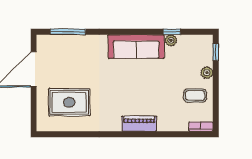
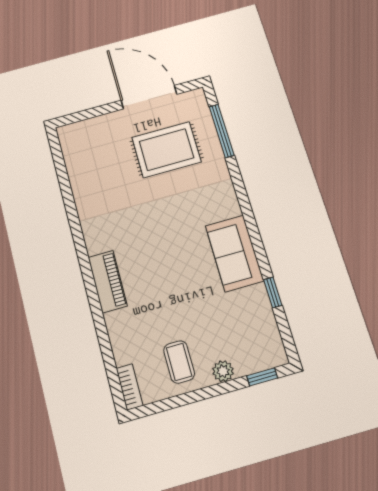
plant: (171, 40) -> (258, 295), removed
sofa: (136, 47) -> (234, 253), width x0.73
rug: (69, 102) -> (166, 150), moved, turned 90

